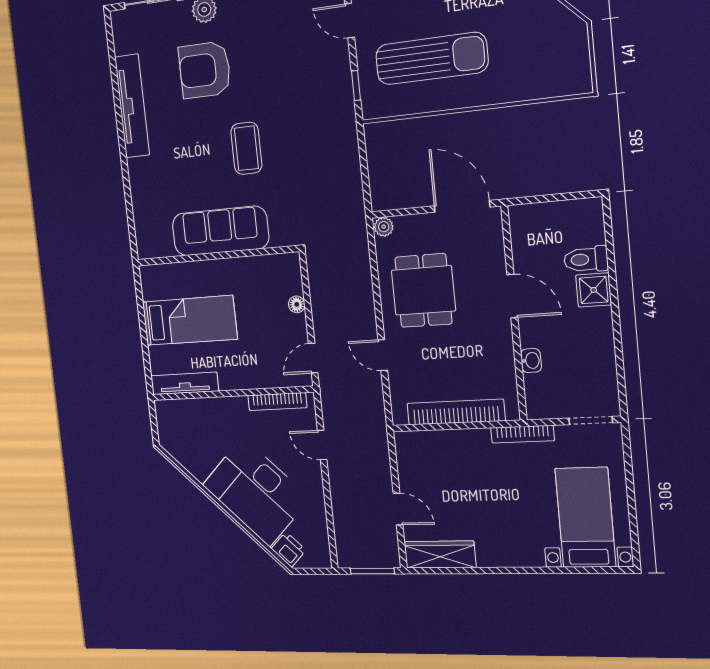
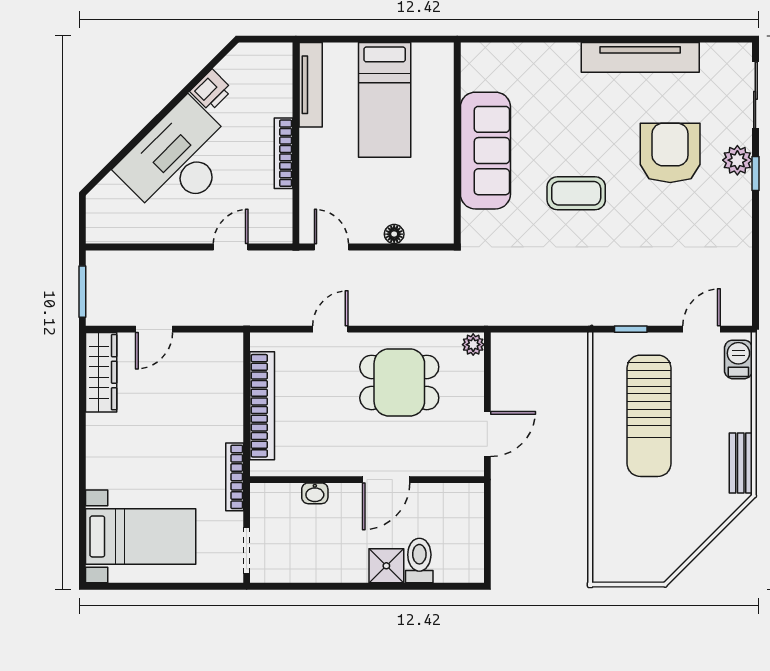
door: (462, 206) -> (487, 434), width x0.73
bookcase: (277, 402) -> (284, 153), moved
printer: (289, 549) -> (211, 90), moved

